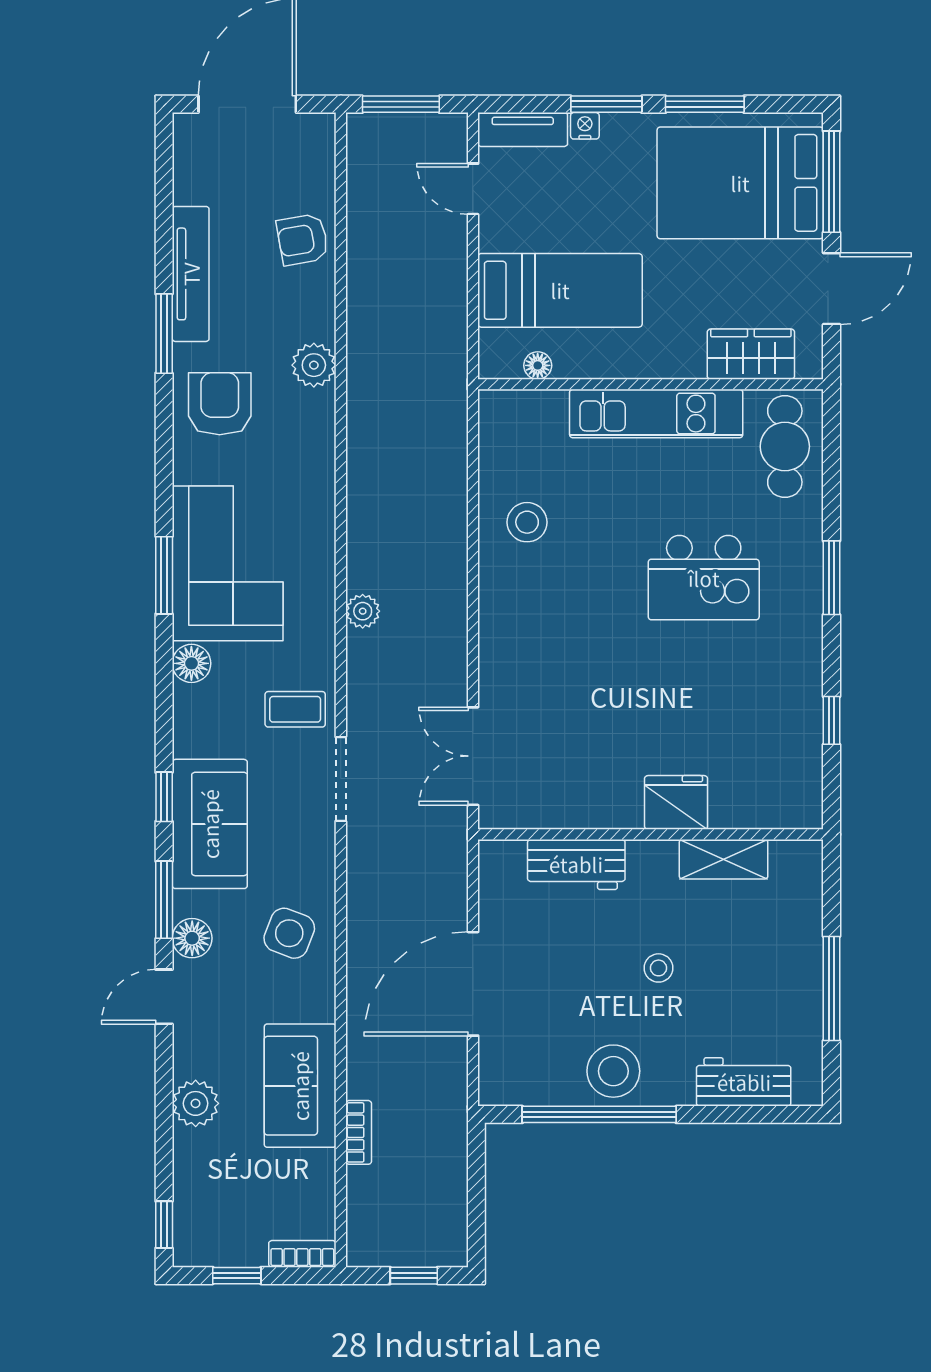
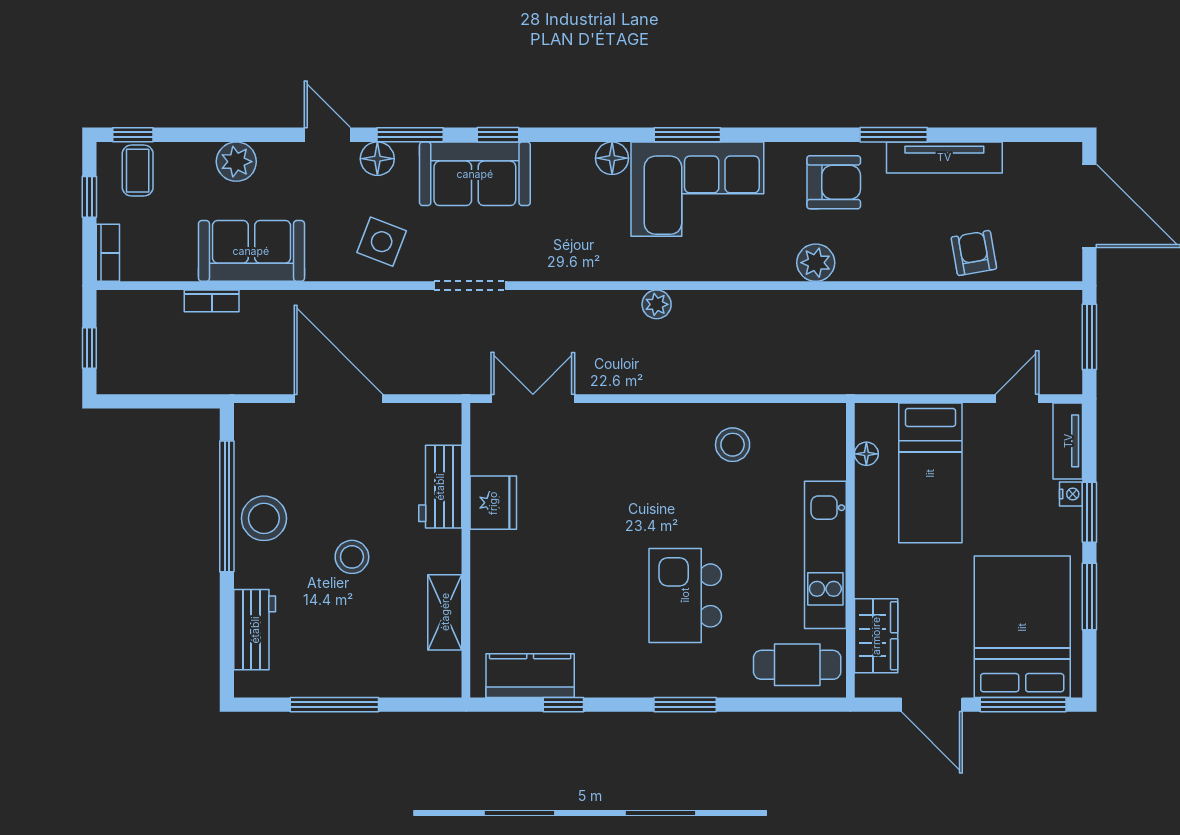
plant: (314, 365) -> (816, 263), moved
coffee table: (295, 709) -> (138, 171), moved
kitchen counter: (797, 759) -> (530, 676), added
doorway: (341, 779) -> (470, 286), moved
fridge: (676, 802) -> (493, 503), moved
stool: (659, 968) -> (352, 557), width x1.37, depth x1.37

